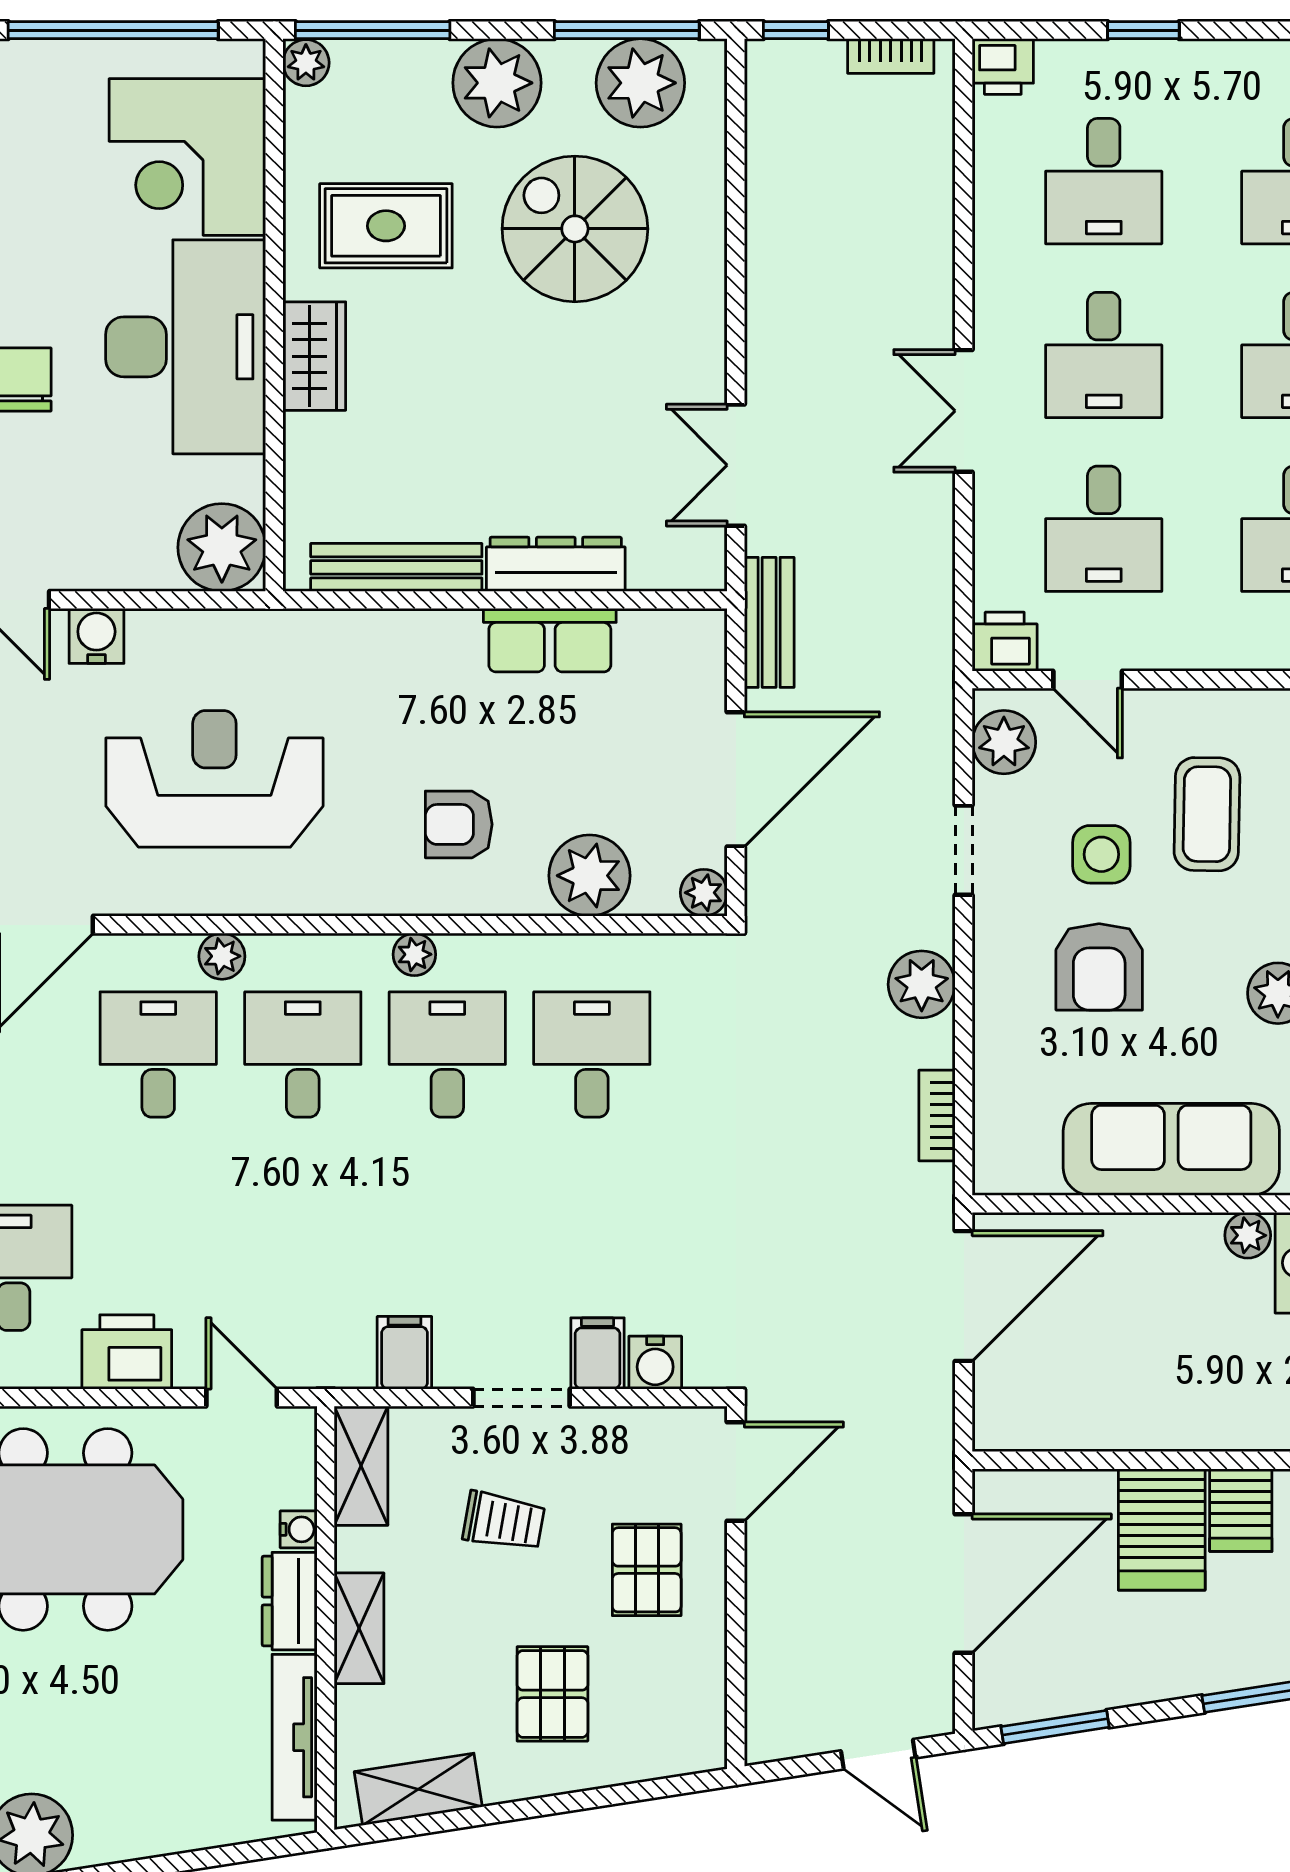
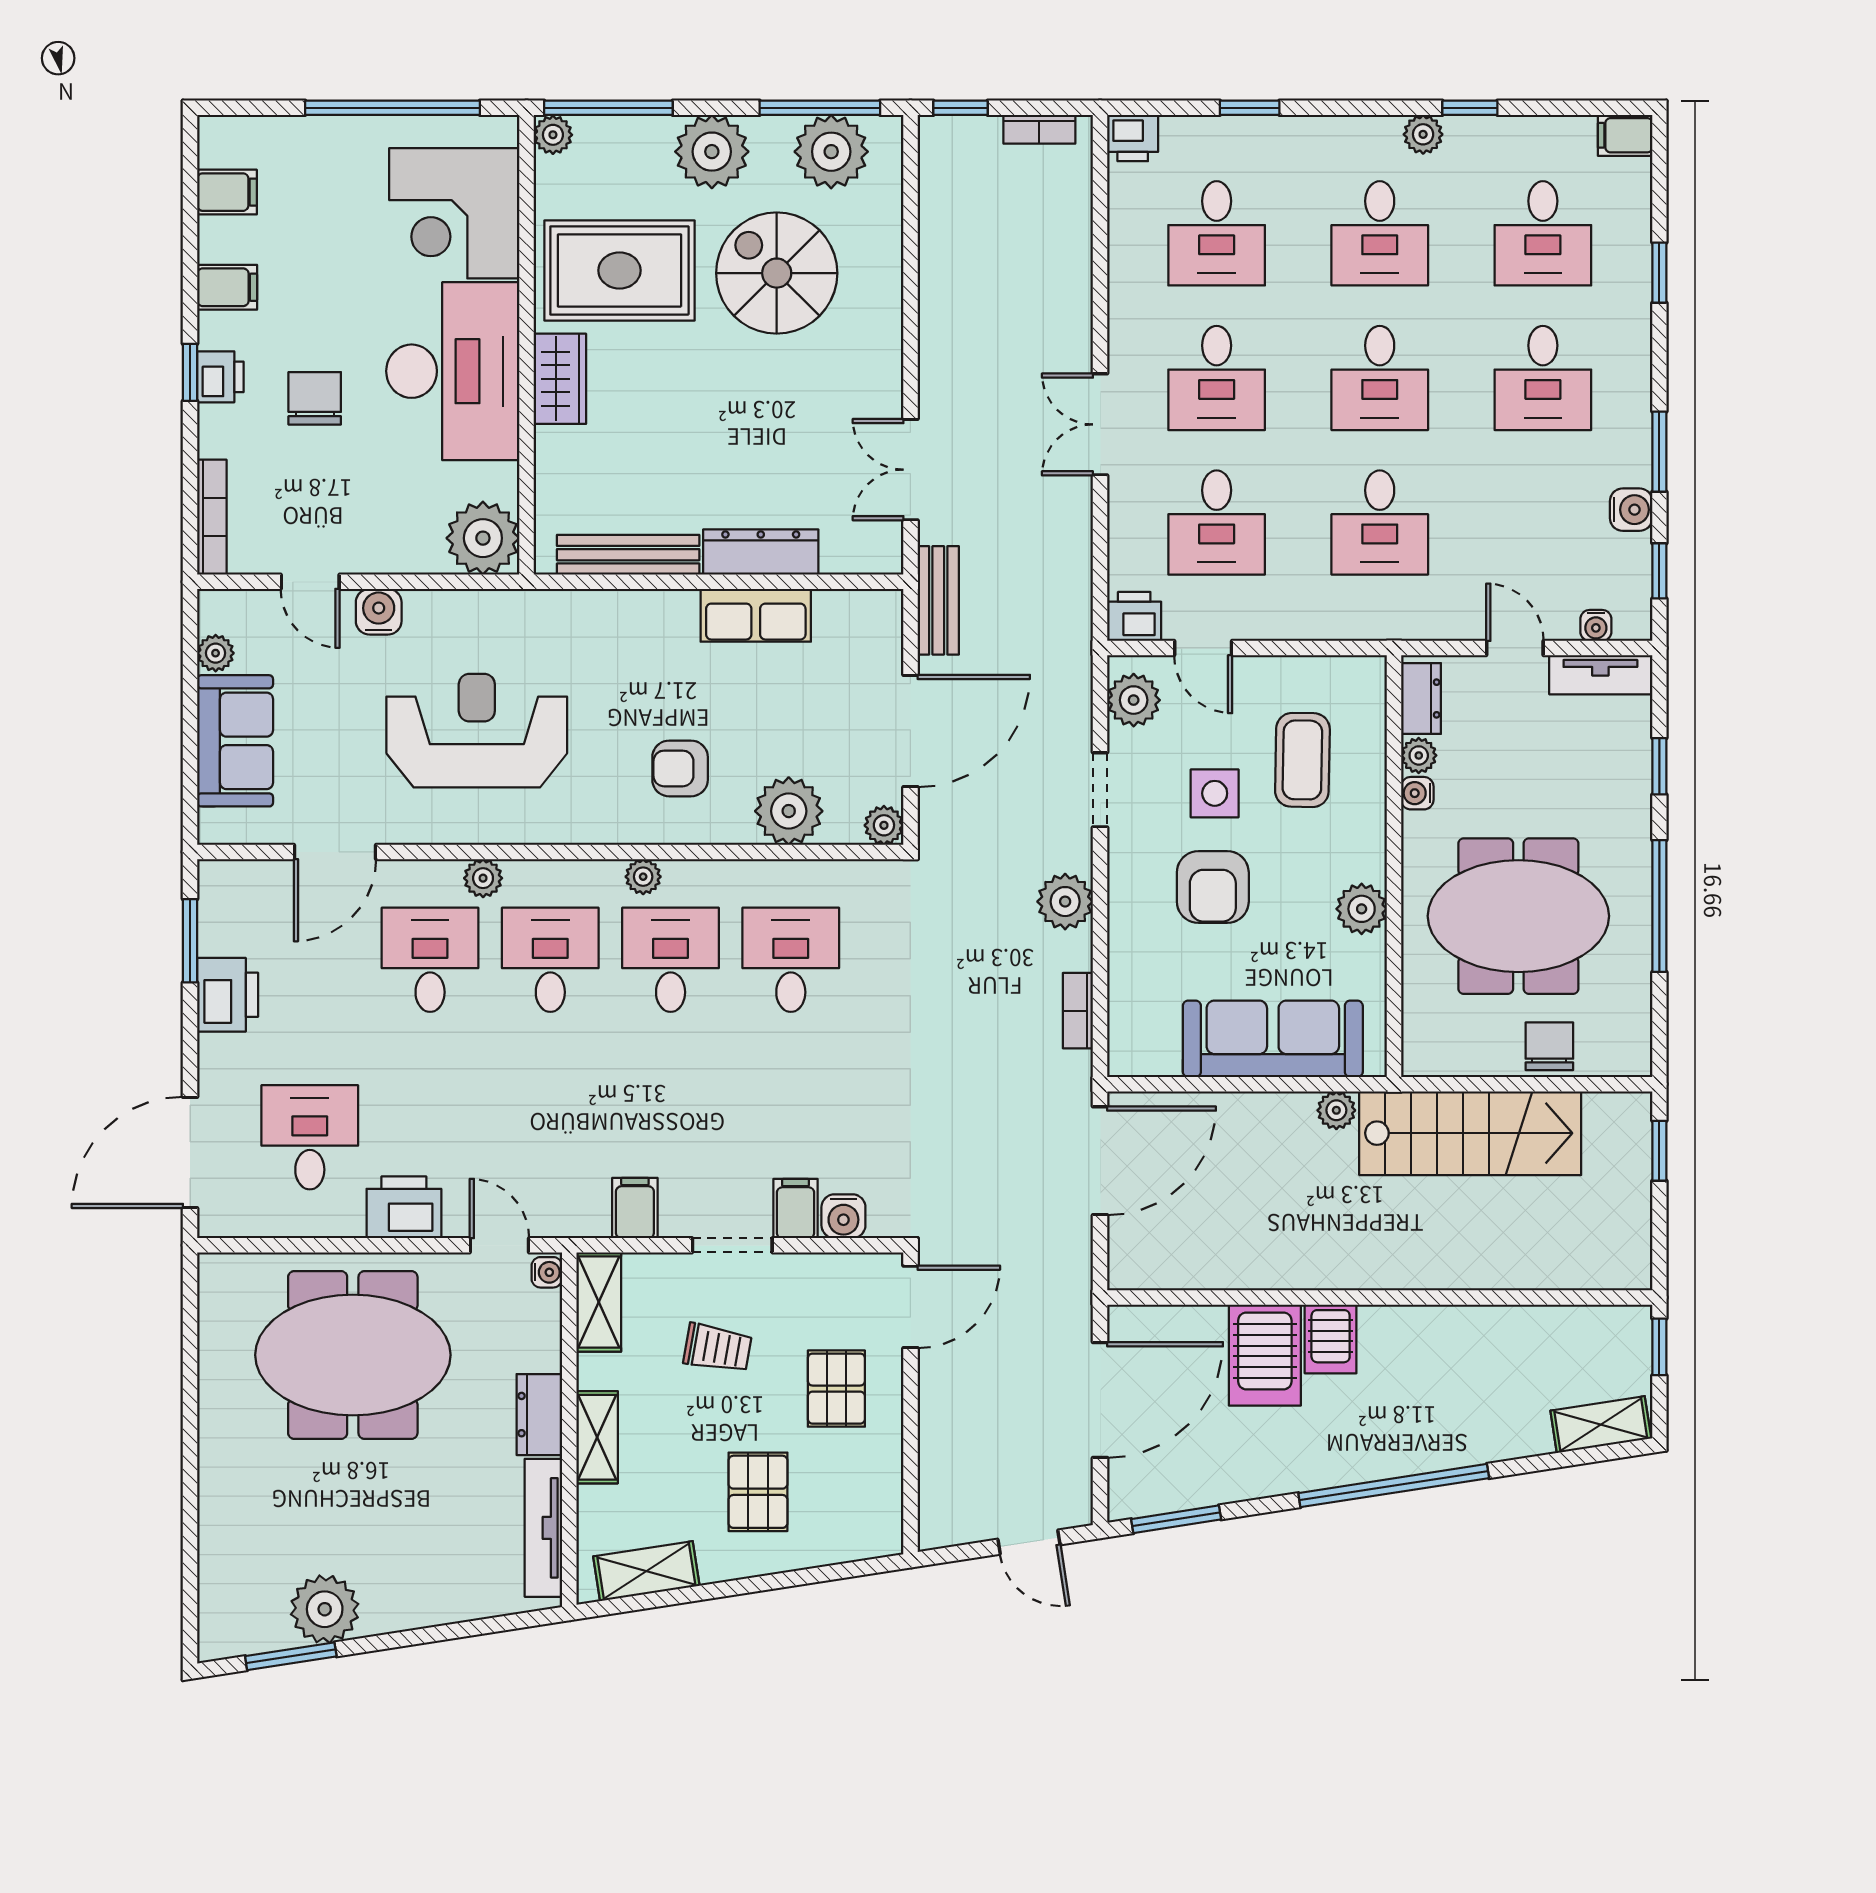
rug: (386, 226) -> (619, 270), width x1.36, depth x1.43
water cooler: (299, 1529) -> (547, 1272), moved

